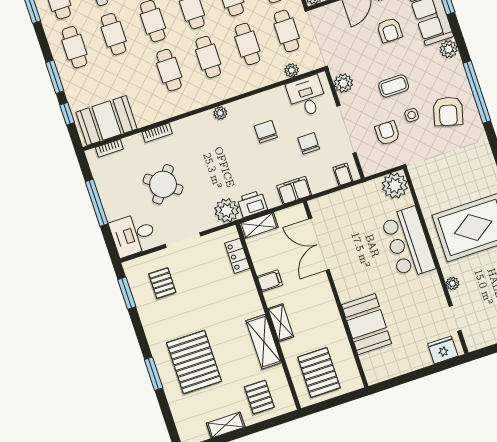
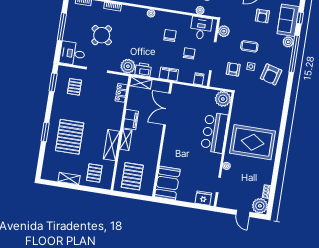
window: (477, 92) -> (294, 54), moved
filing cabinet: (270, 281) -> (131, 120), width x2.00
booth: (367, 324) -> (167, 183), moved

